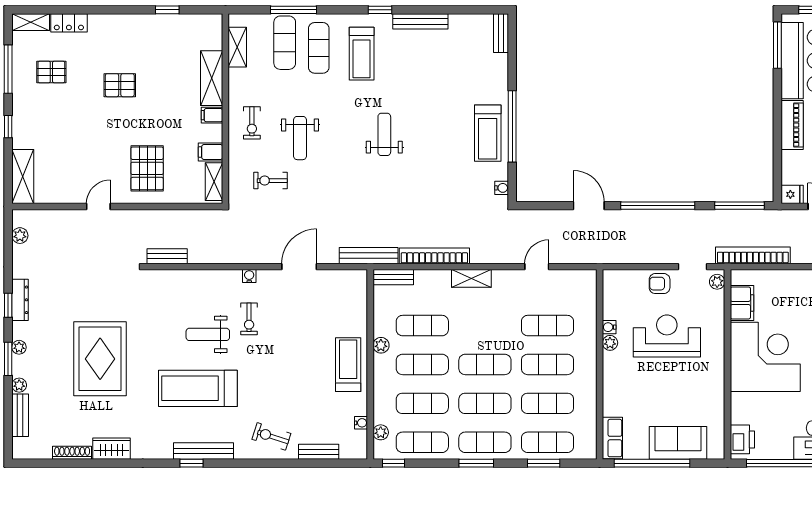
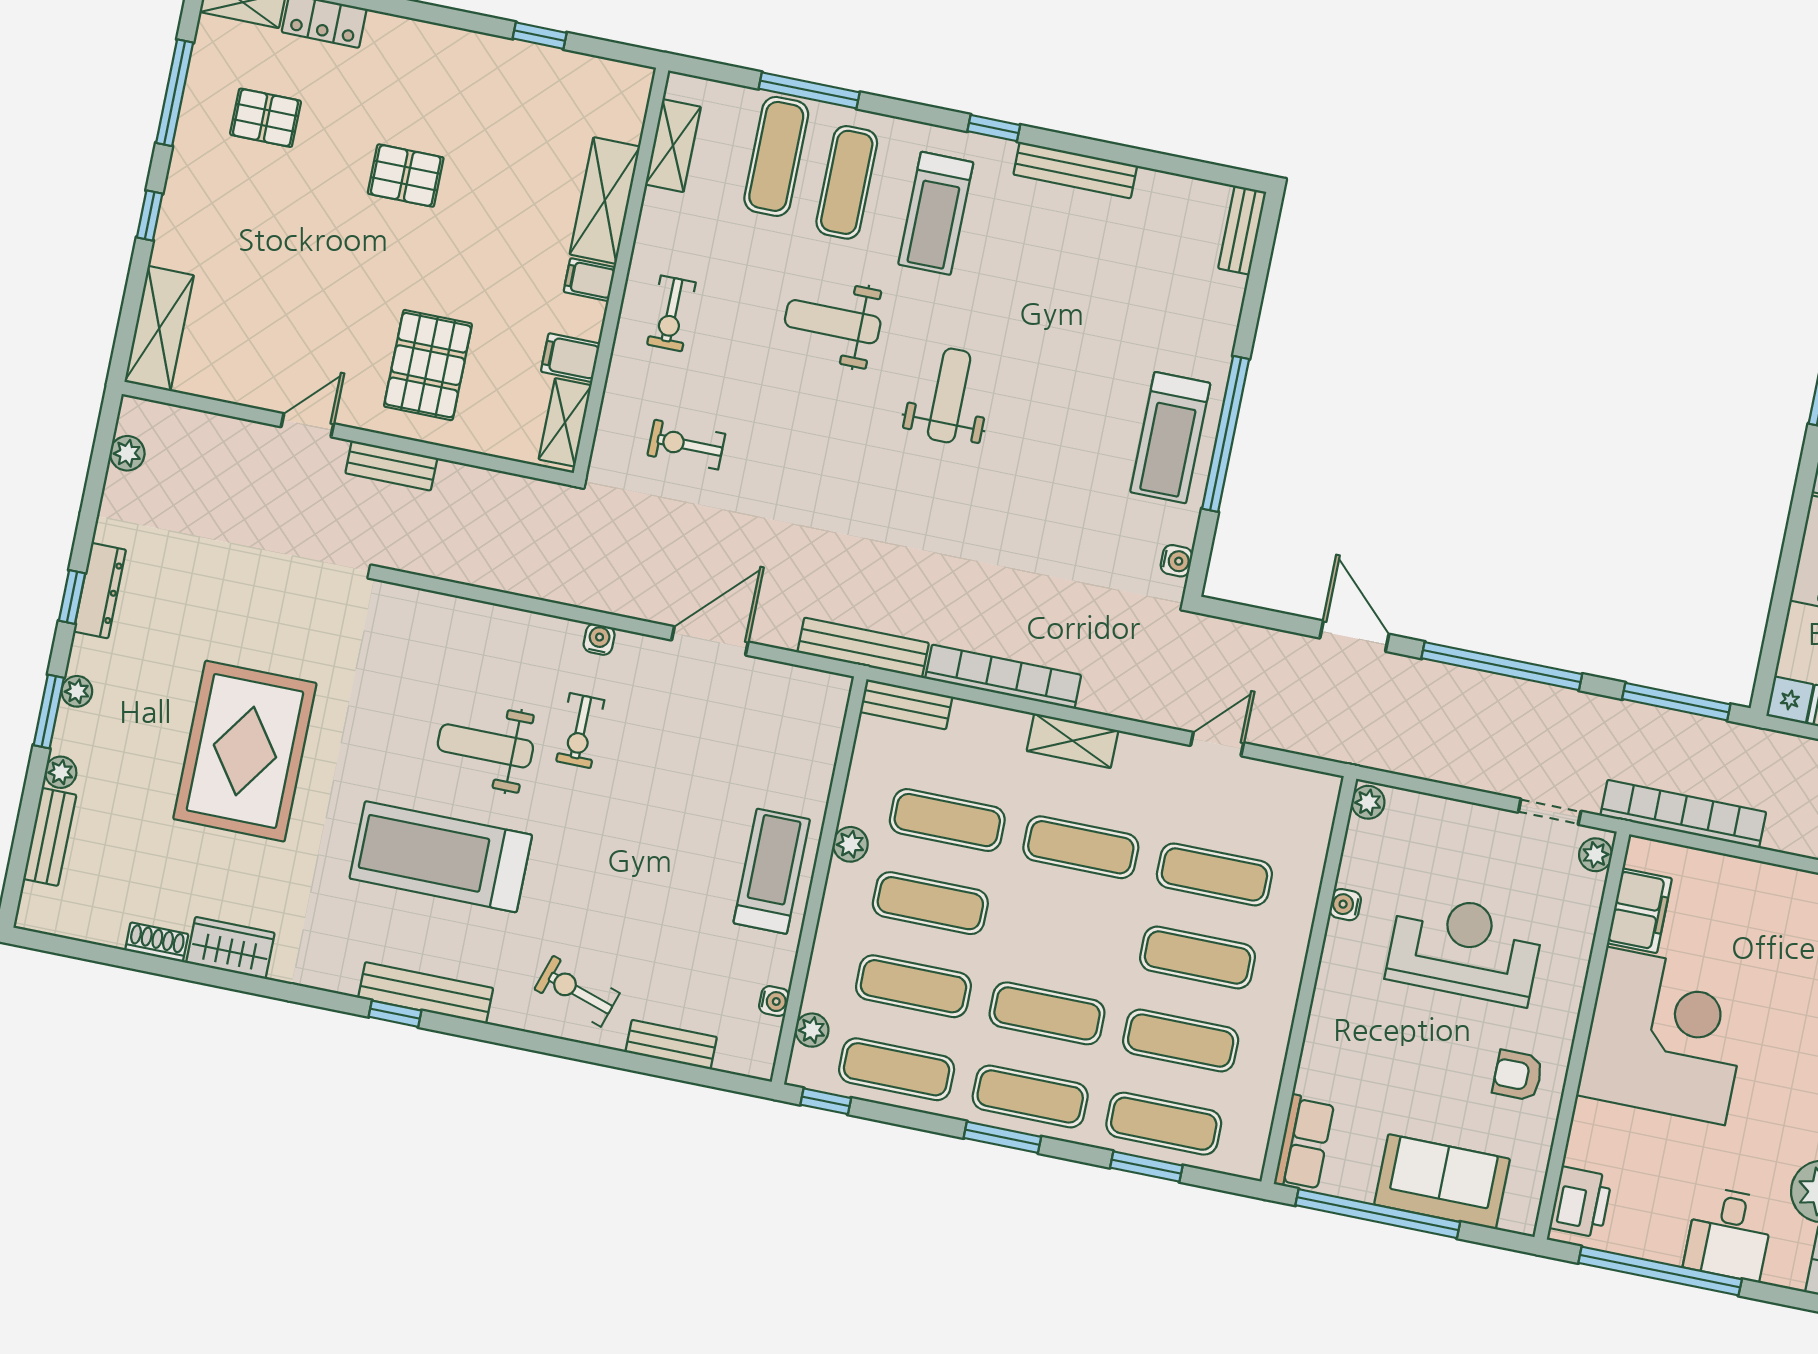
weight bench: (300, 138) -> (833, 322), moved, turned 90
bench: (167, 256) -> (391, 466), moved
armchair: (660, 284) -> (1518, 1075), moved
plant: (610, 343) -> (1368, 802), moved
exercise mat: (485, 364) -> (1081, 847), moved
shoe rack: (72, 453) -> (157, 942), width x0.70

